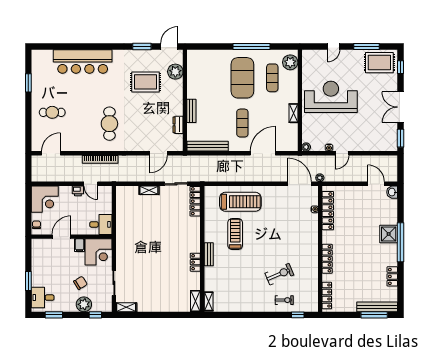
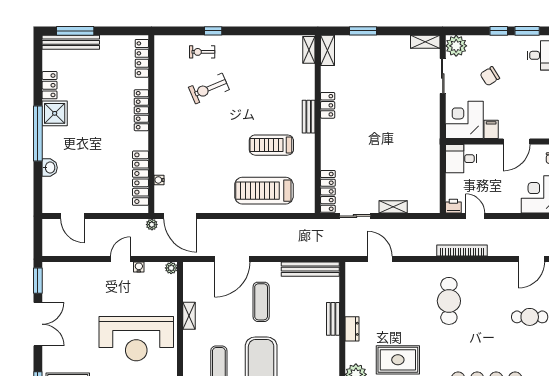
dresser: (178, 125) -> (352, 329), moved
door: (158, 153) -> (380, 259), hinge flipped
printer: (78, 191) -> (453, 206), moved
washbasin: (392, 192) -> (50, 168), moved
treadmill: (235, 234) -> (271, 145), turned 90
shower: (389, 234) -> (55, 113), moved
plant: (84, 304) -> (456, 46), moved
window: (95, 315) -> (499, 31), moved
window: (170, 315) -> (363, 31), added
window: (298, 315) -> (213, 31), moved

